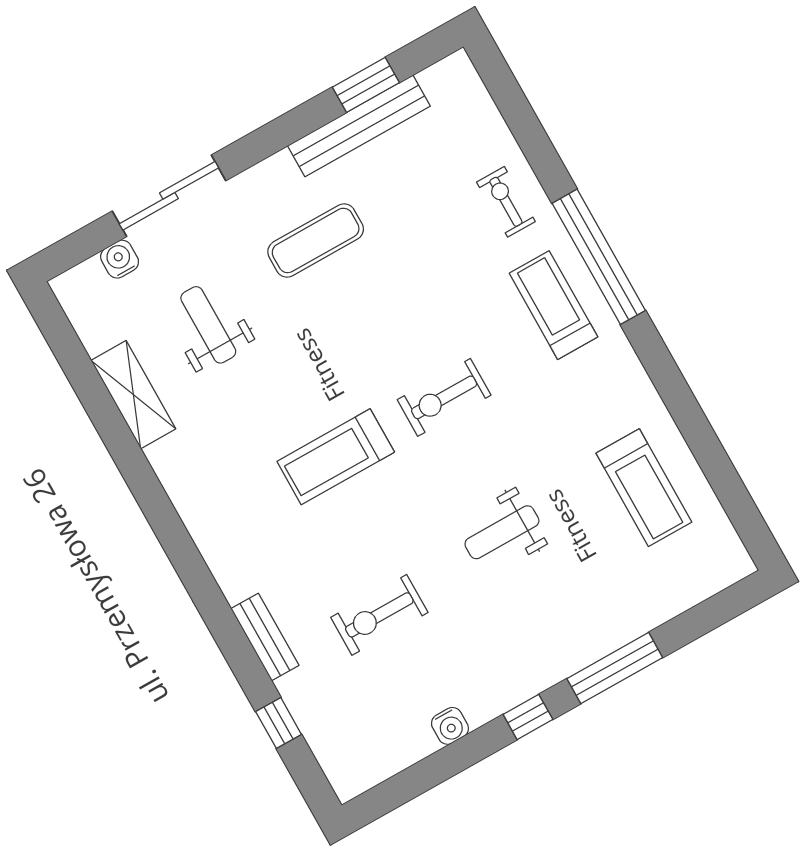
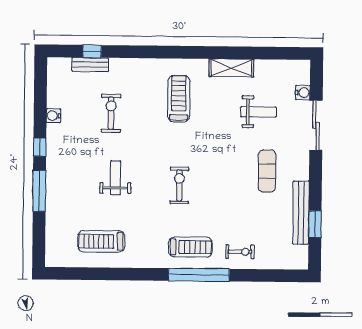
shelving: (133, 395) -> (231, 68), moved
treadmill: (336, 457) -> (179, 99), moved
bench: (265, 637) -> (90, 65), moved

